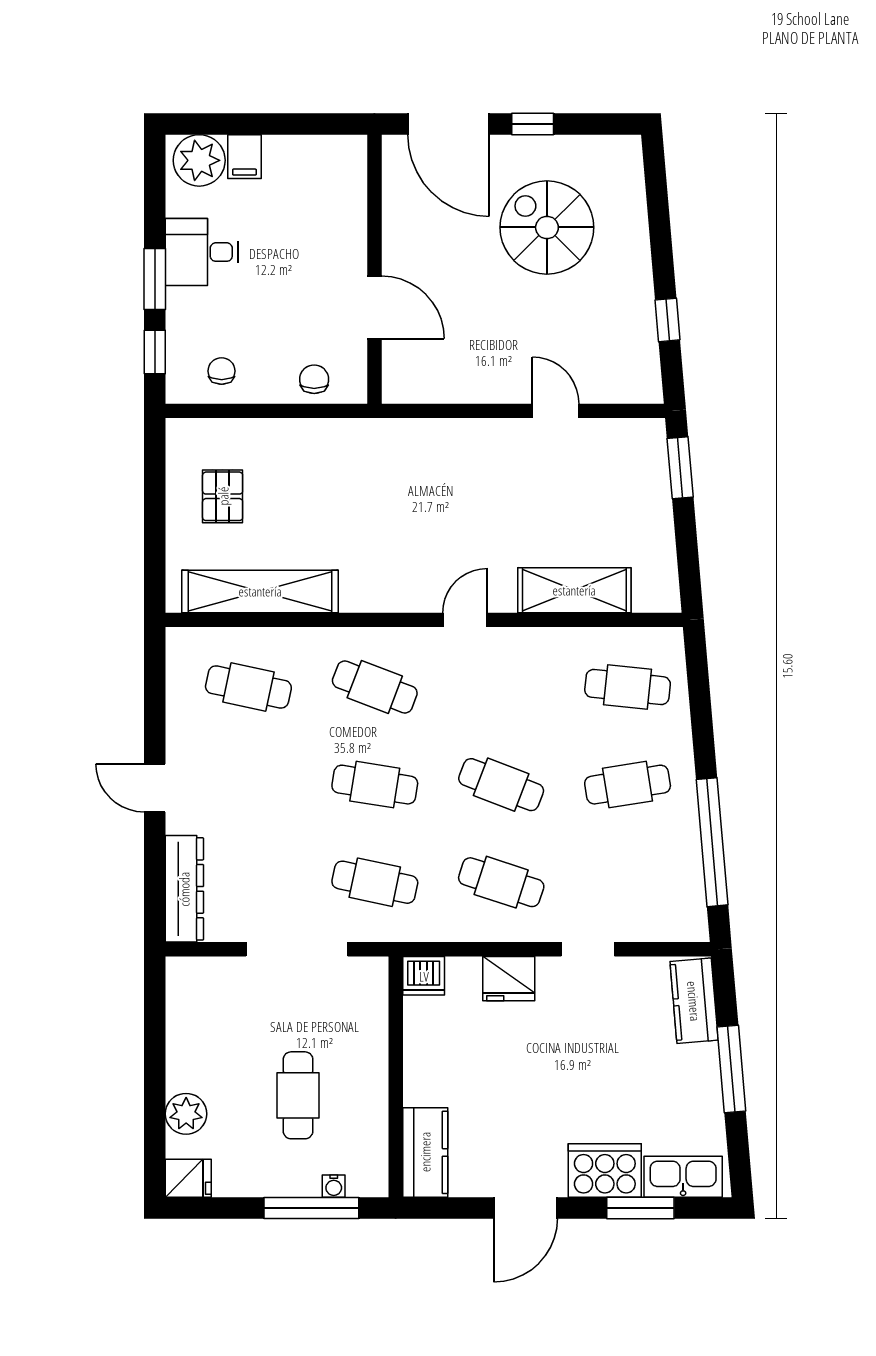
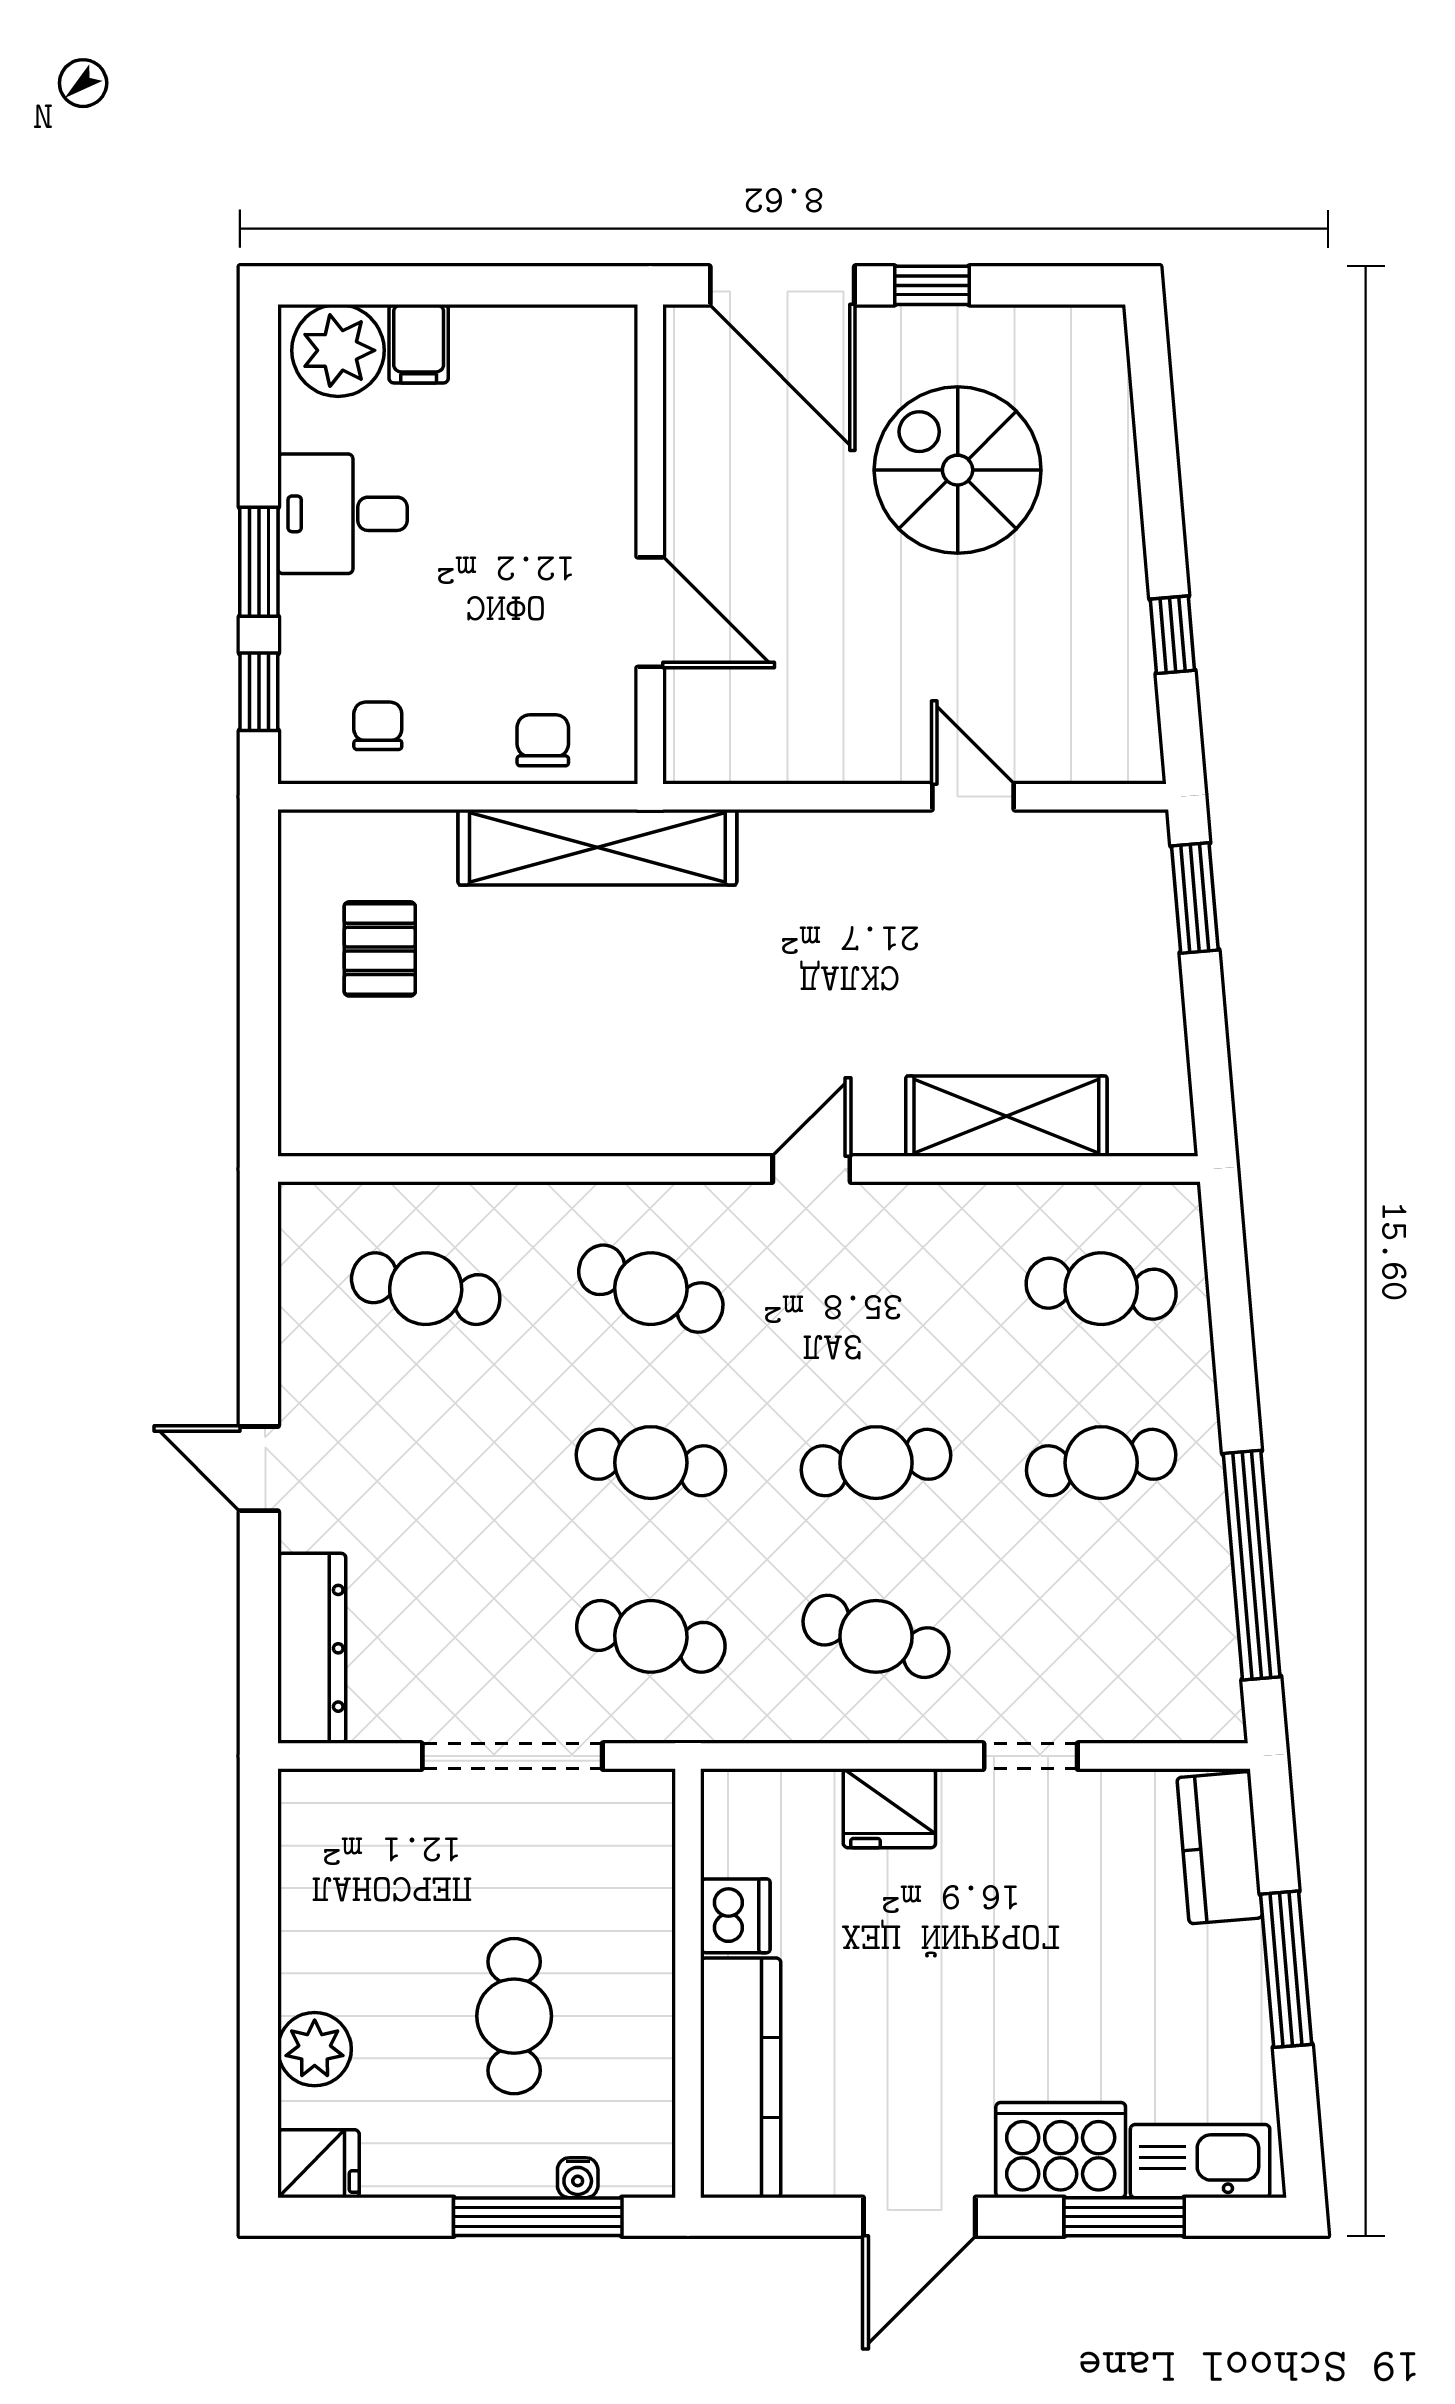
shelving: (260, 591) -> (597, 847), moved
cafe table: (501, 785) -> (876, 1463), turned -30
dishwasher: (424, 976) -> (735, 1916), moved, turned -90
kitchen counter: (425, 1152) -> (741, 2078), width x1.50

